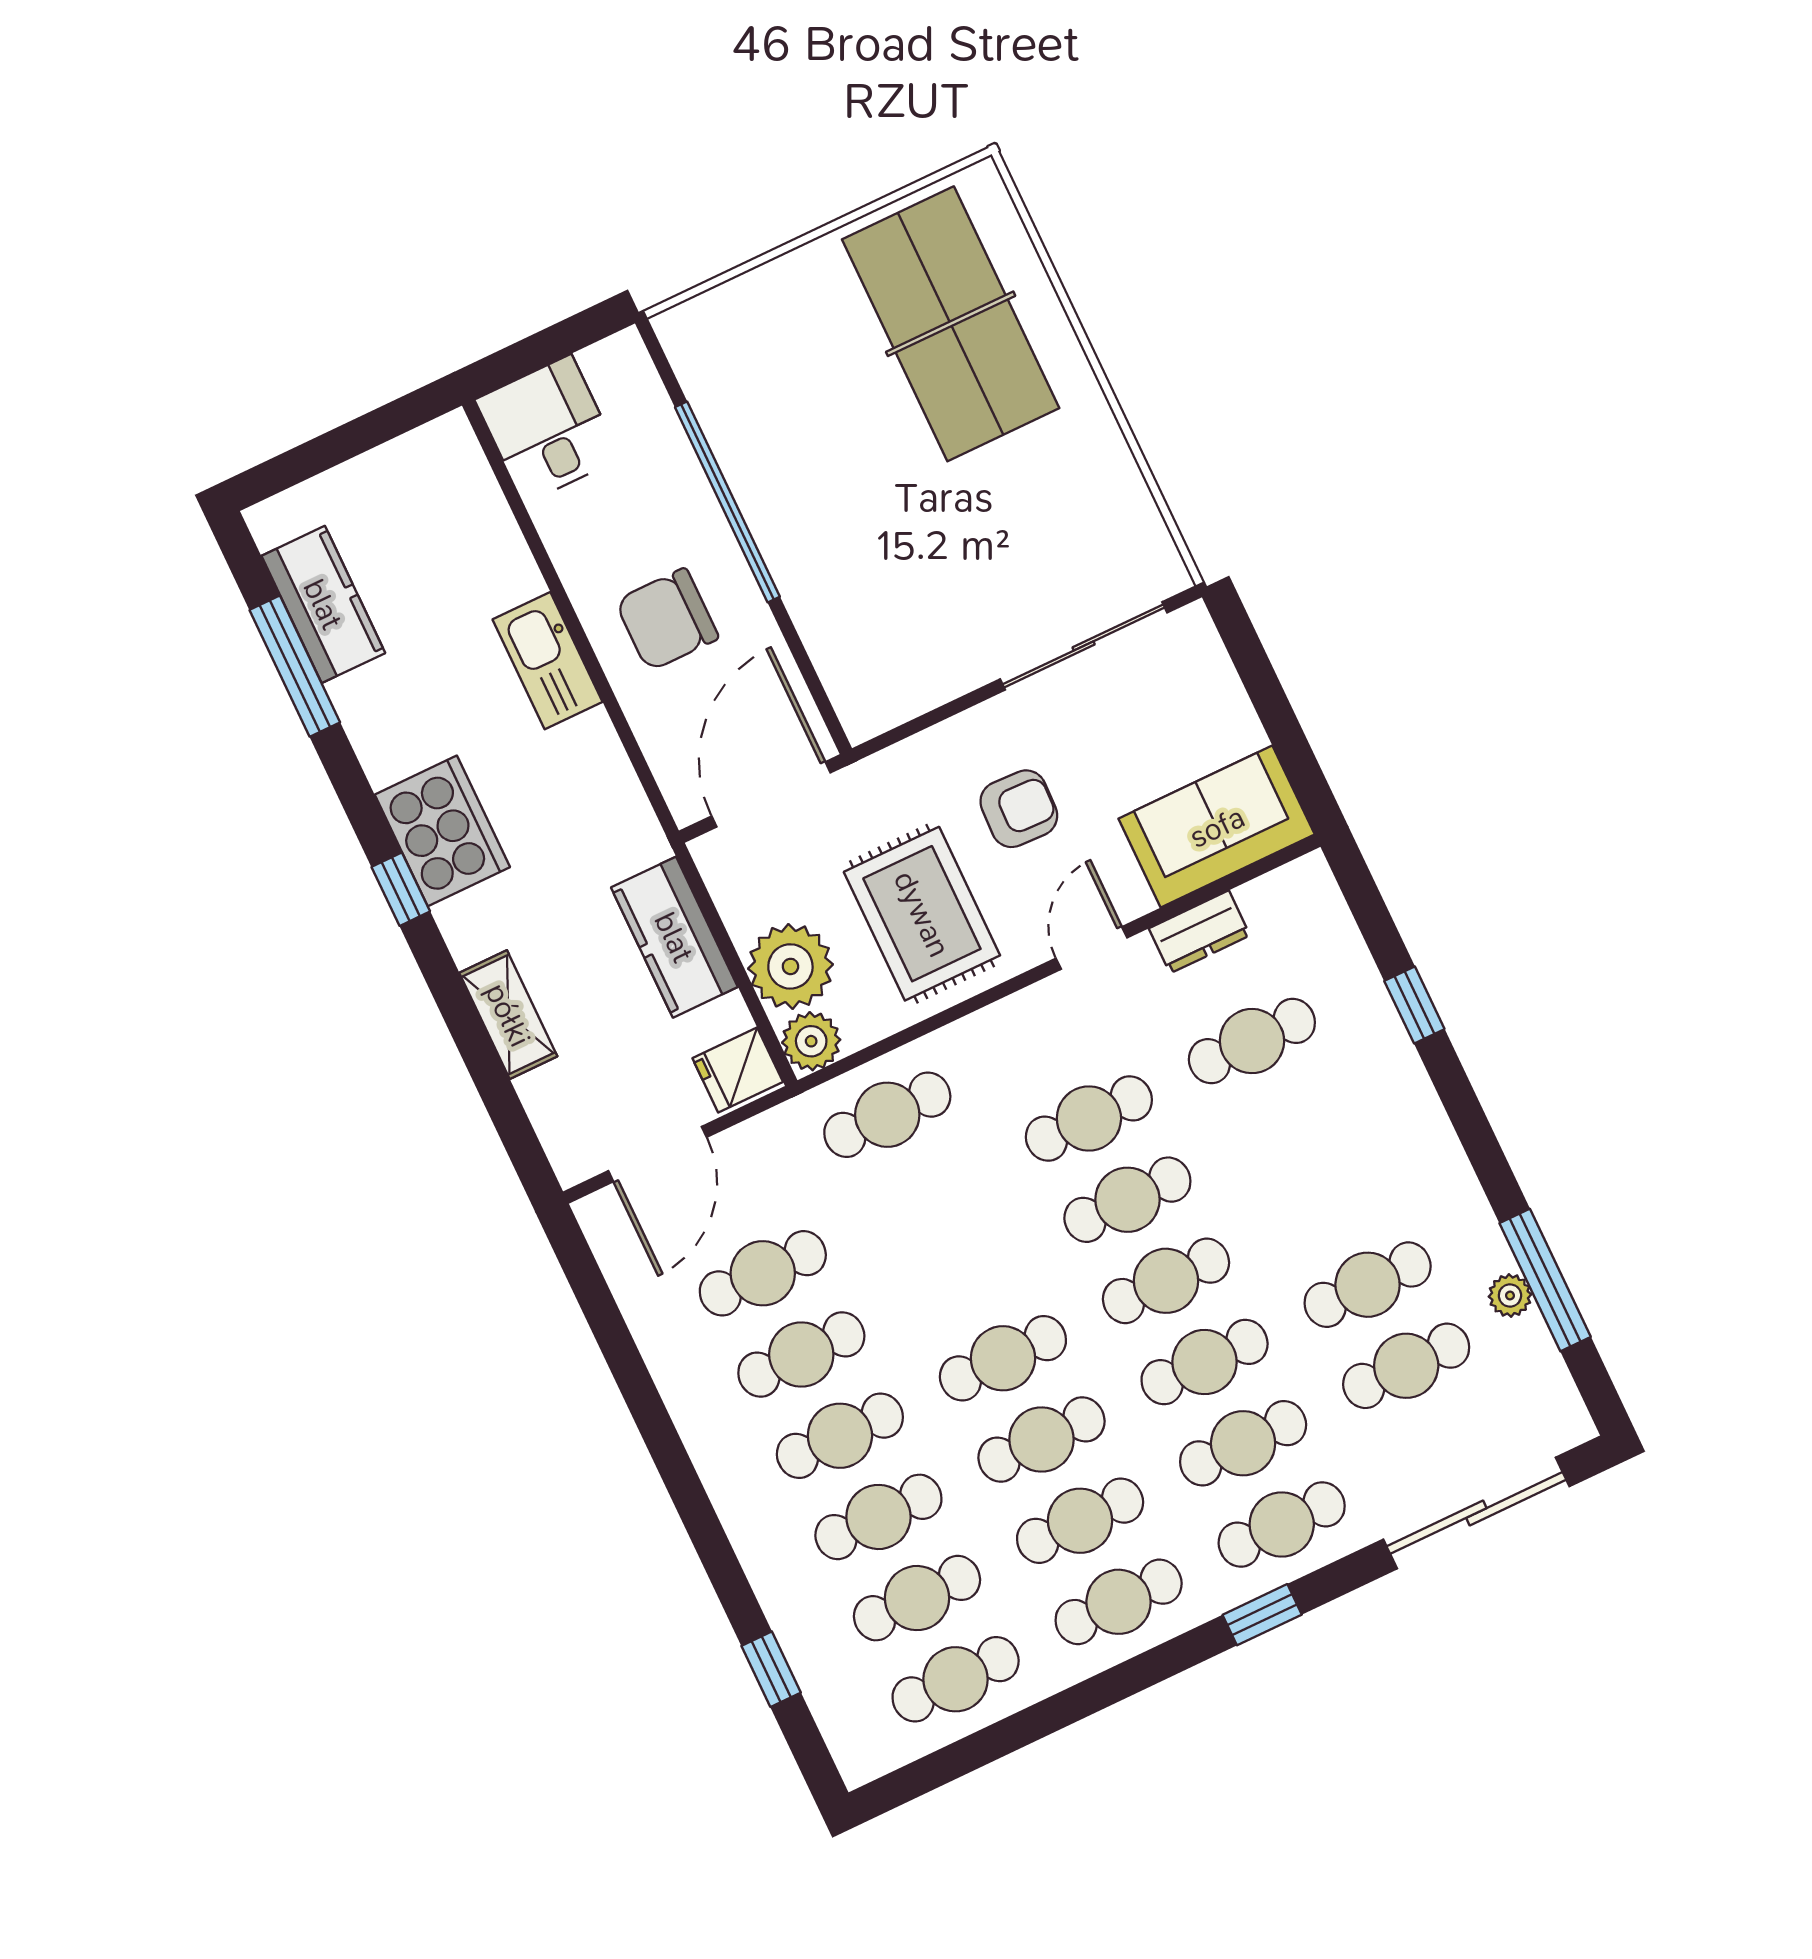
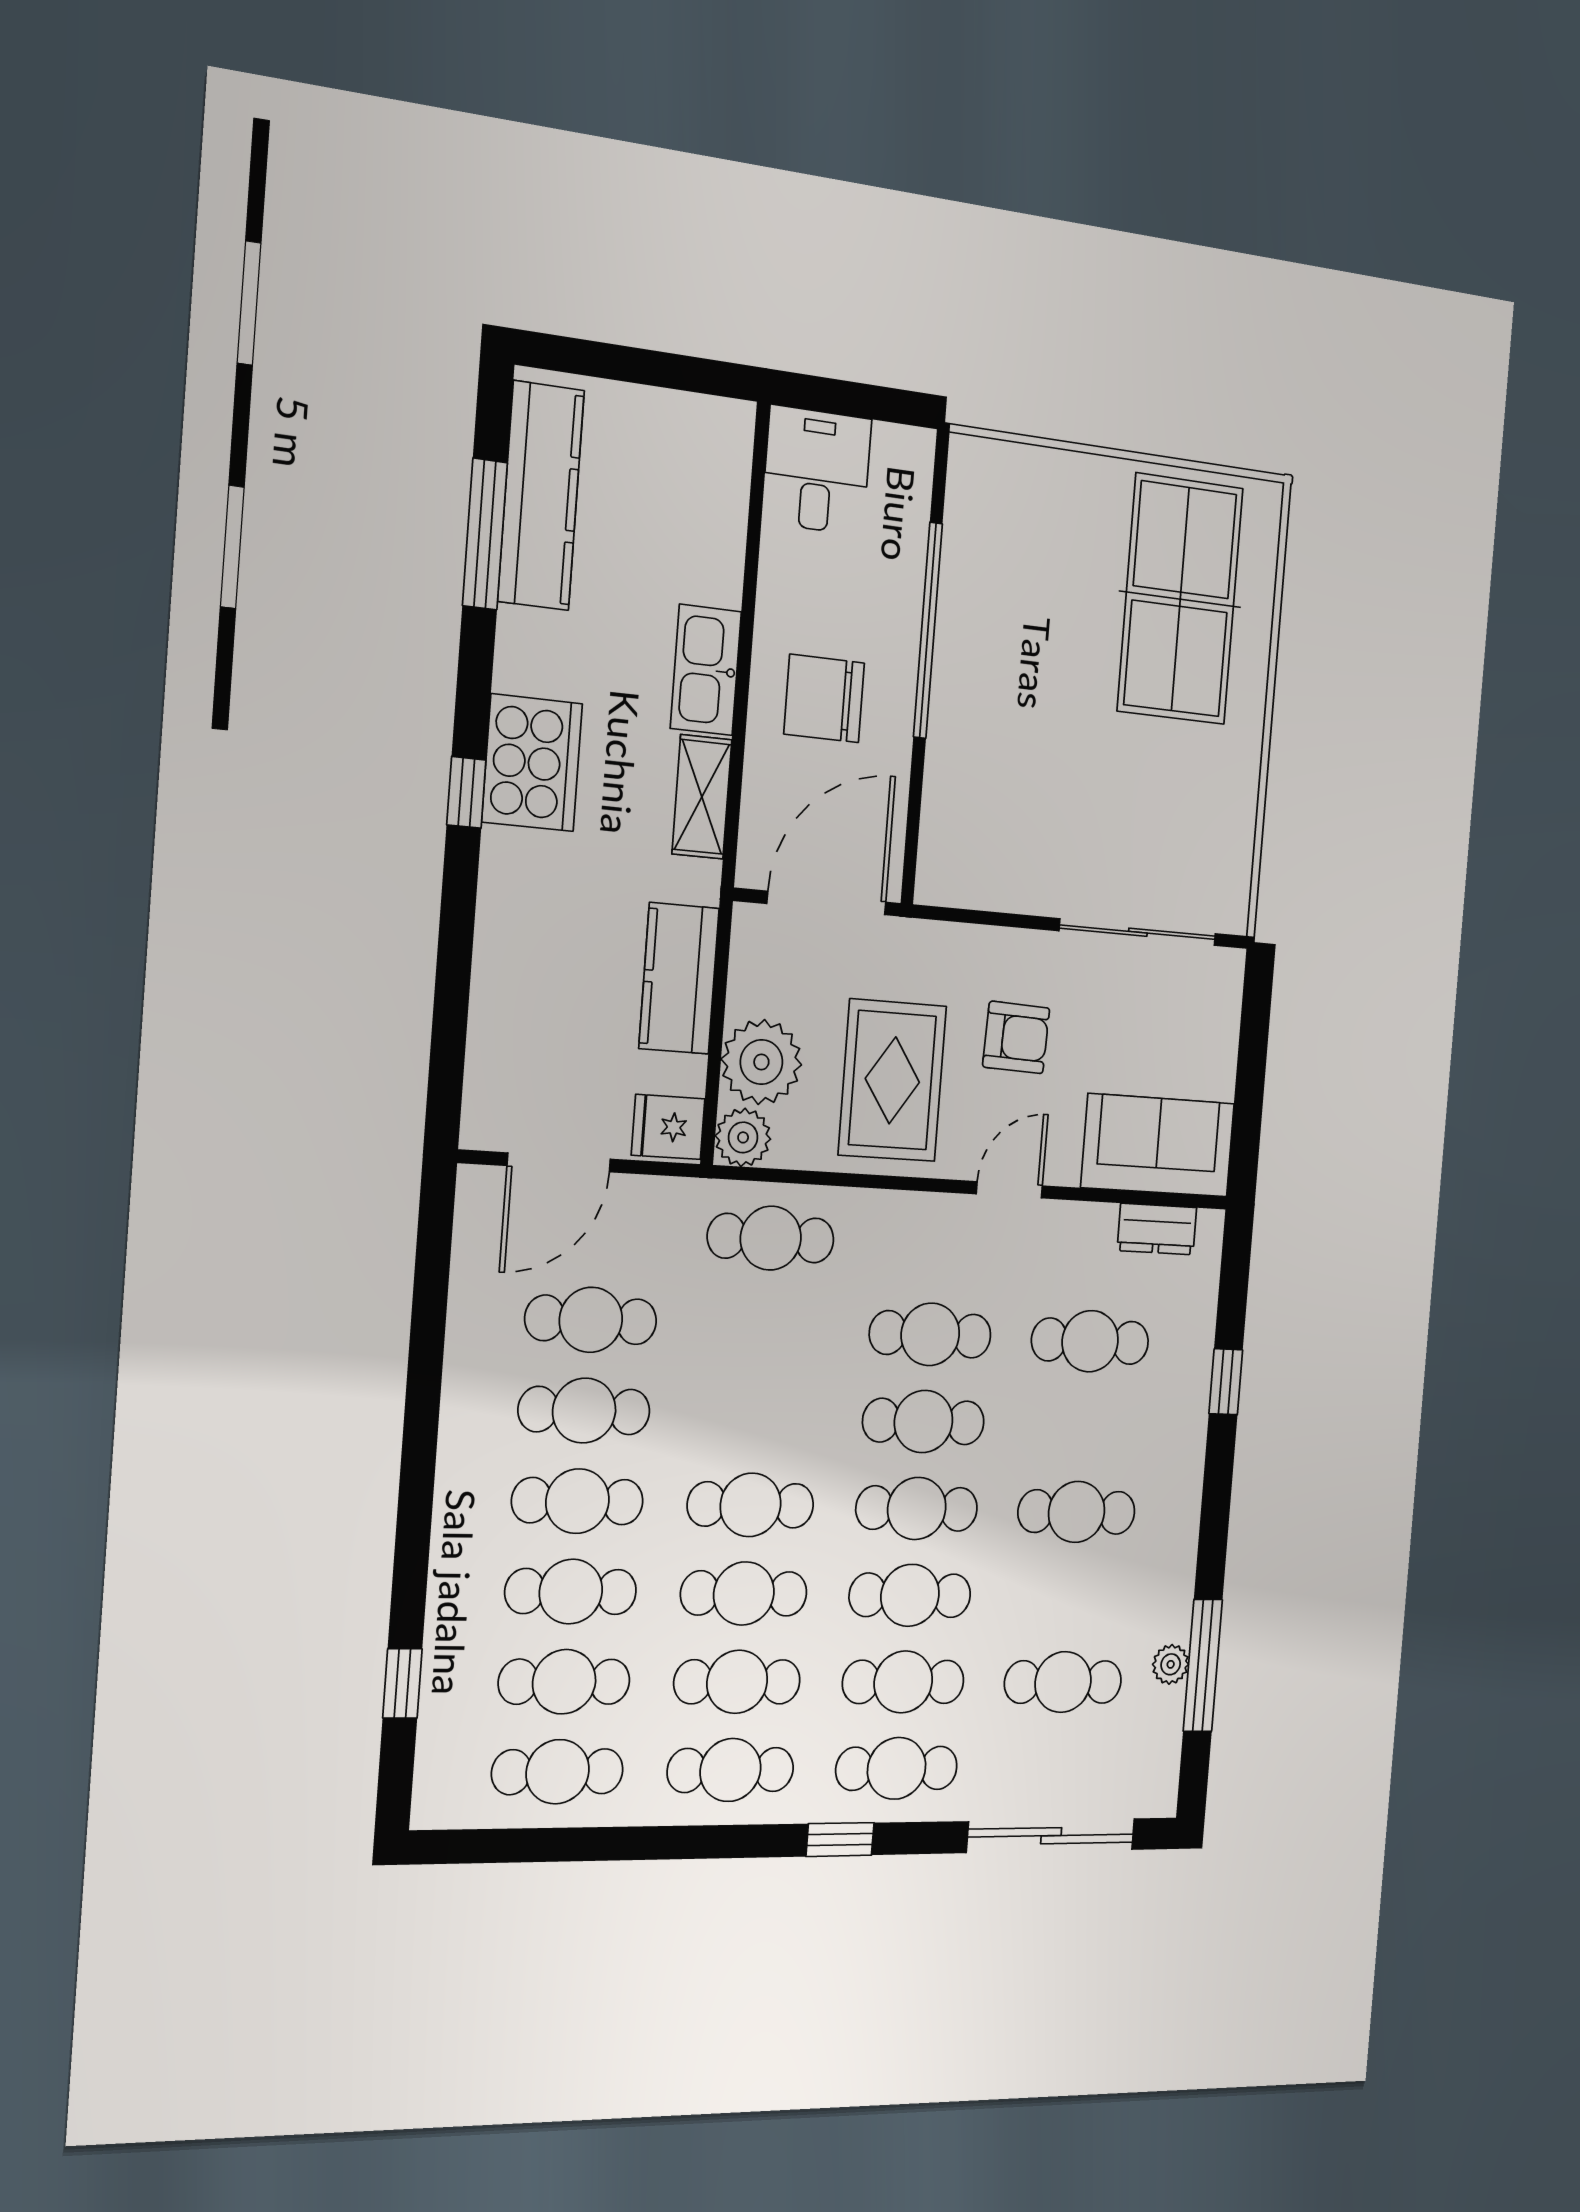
kitchen counter: (323, 604) -> (541, 496), width x1.50
dresser: (1199, 932) -> (1157, 1229), moved
shelving: (508, 1015) -> (702, 797), moved
cafe table: (1368, 1285) -> (1077, 1512), moved

